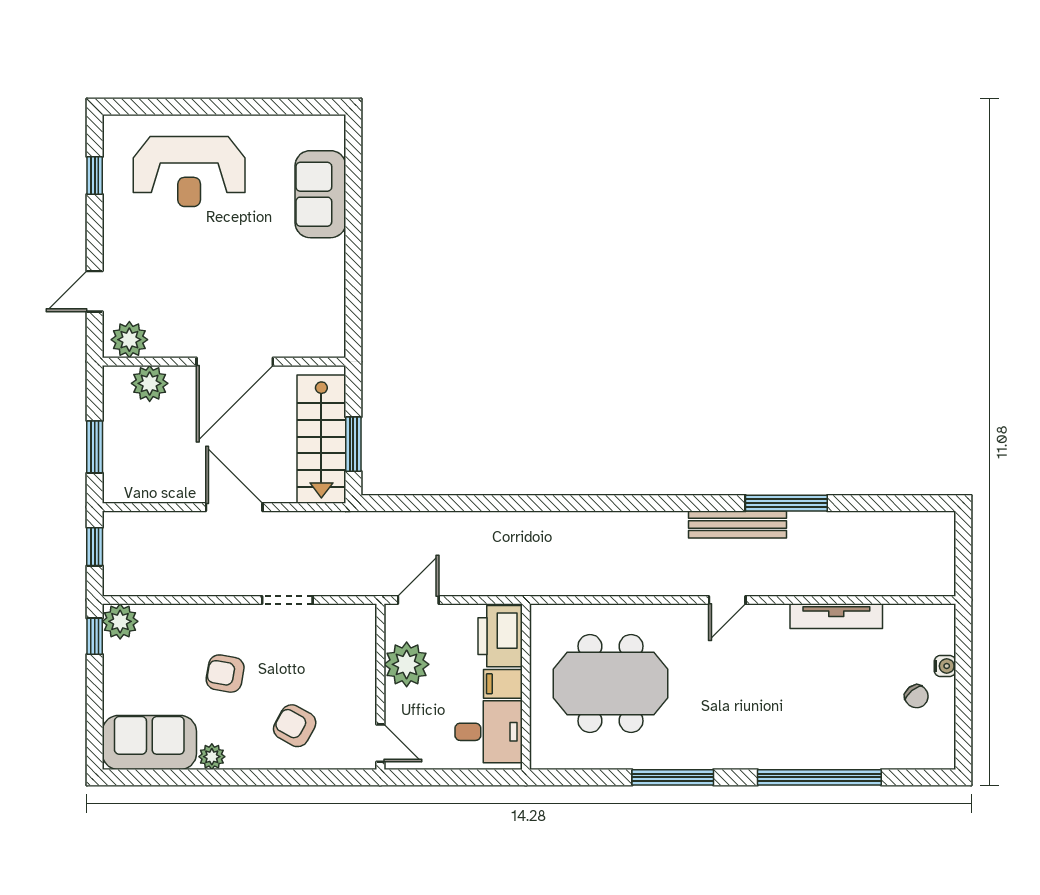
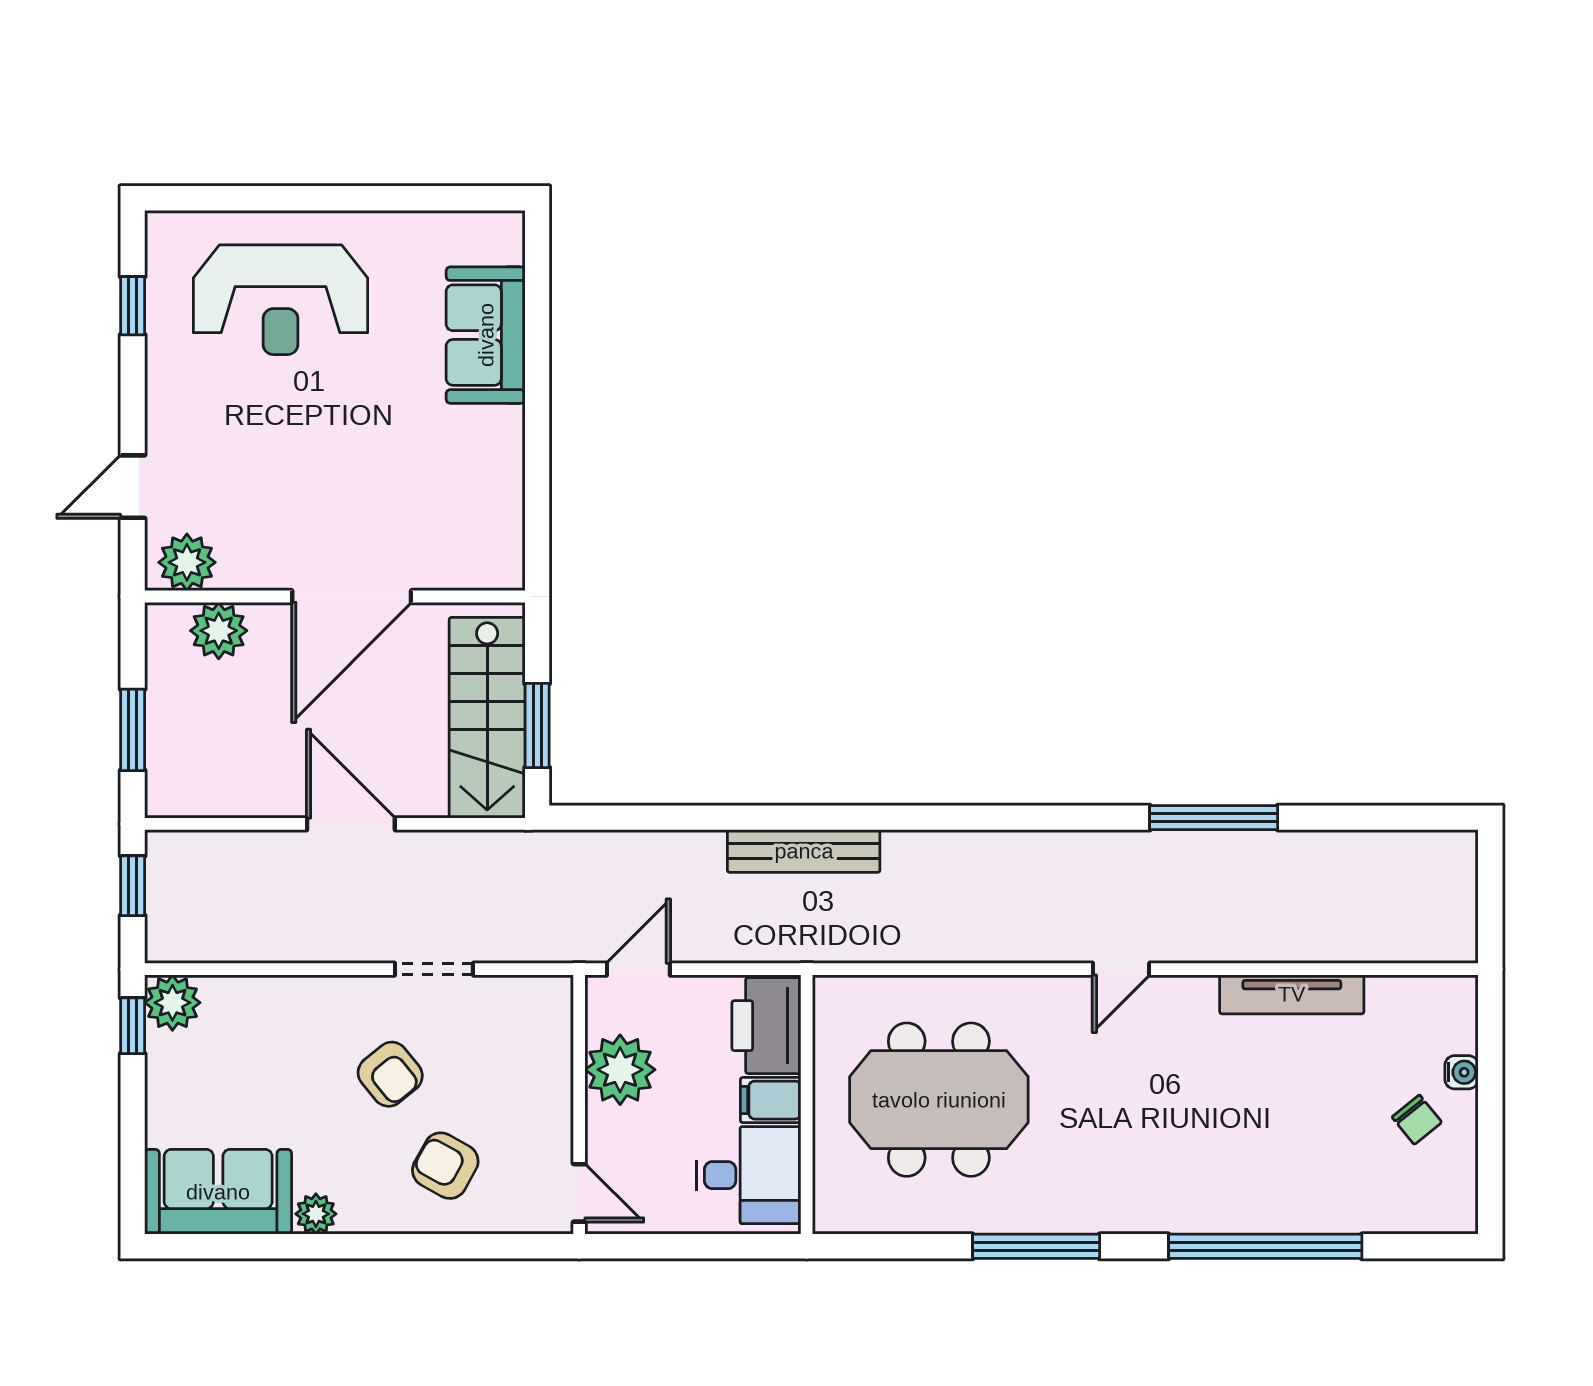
bench: (737, 524) -> (804, 851), moved
armchair: (225, 674) -> (390, 1074), moved, turned -139

